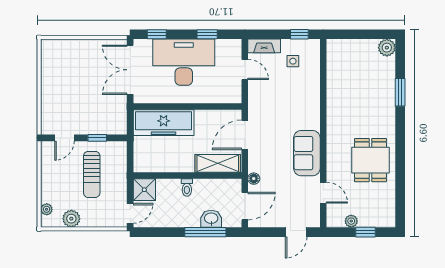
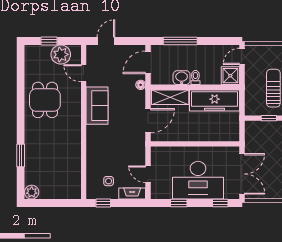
freezer: (164, 123) -> (215, 101), moved, turned 180
washbasin: (211, 219) -> (182, 78), moved, turned 180
plant: (351, 221) -> (61, 54), width x1.87, depth x1.87

